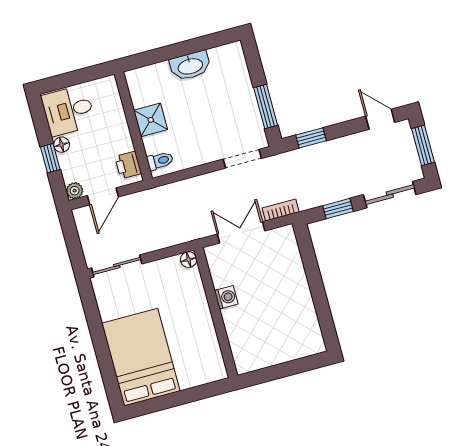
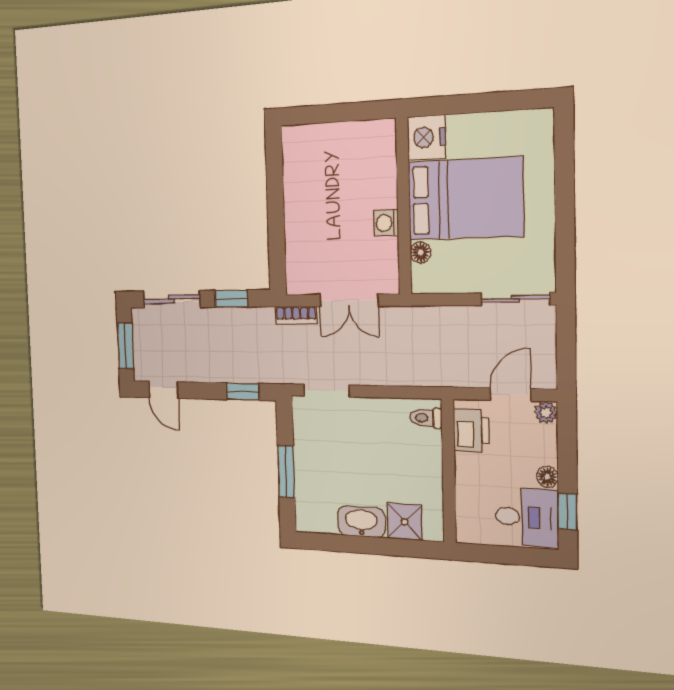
window: (266, 106) -> (286, 472), moved
shower: (151, 120) -> (405, 522), moved
window: (50, 158) -> (568, 512), moved
printer: (128, 165) -> (471, 431), width x1.36, depth x1.24
floor lamp: (189, 260) -> (420, 252), moved
bed: (141, 357) -> (465, 199), moved, turned -90
nightstand: (211, 366) -> (426, 137), added

